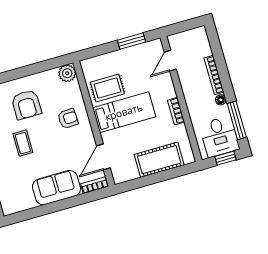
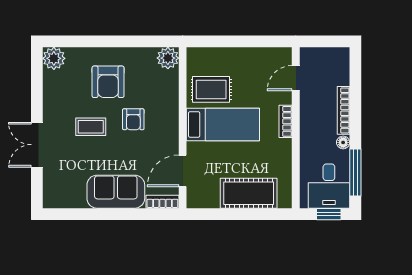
window: (132, 41) -> (256, 41), removed
bookcase: (176, 111) -> (286, 121), moved
armchair: (68, 119) -> (133, 119), moved, turned 93
coffee table: (23, 143) -> (91, 127), turned 90

